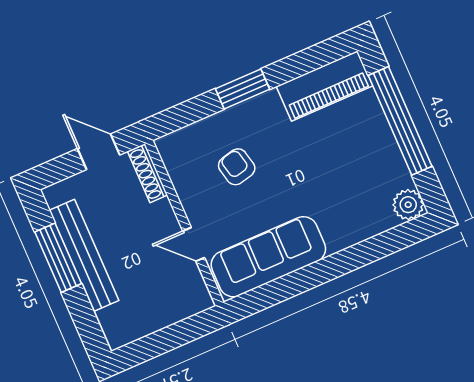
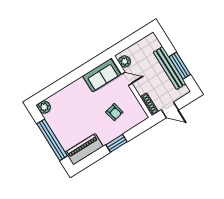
sofa: (268, 257) -> (102, 75), width x0.73
plant: (193, 288) -> (125, 61), added

